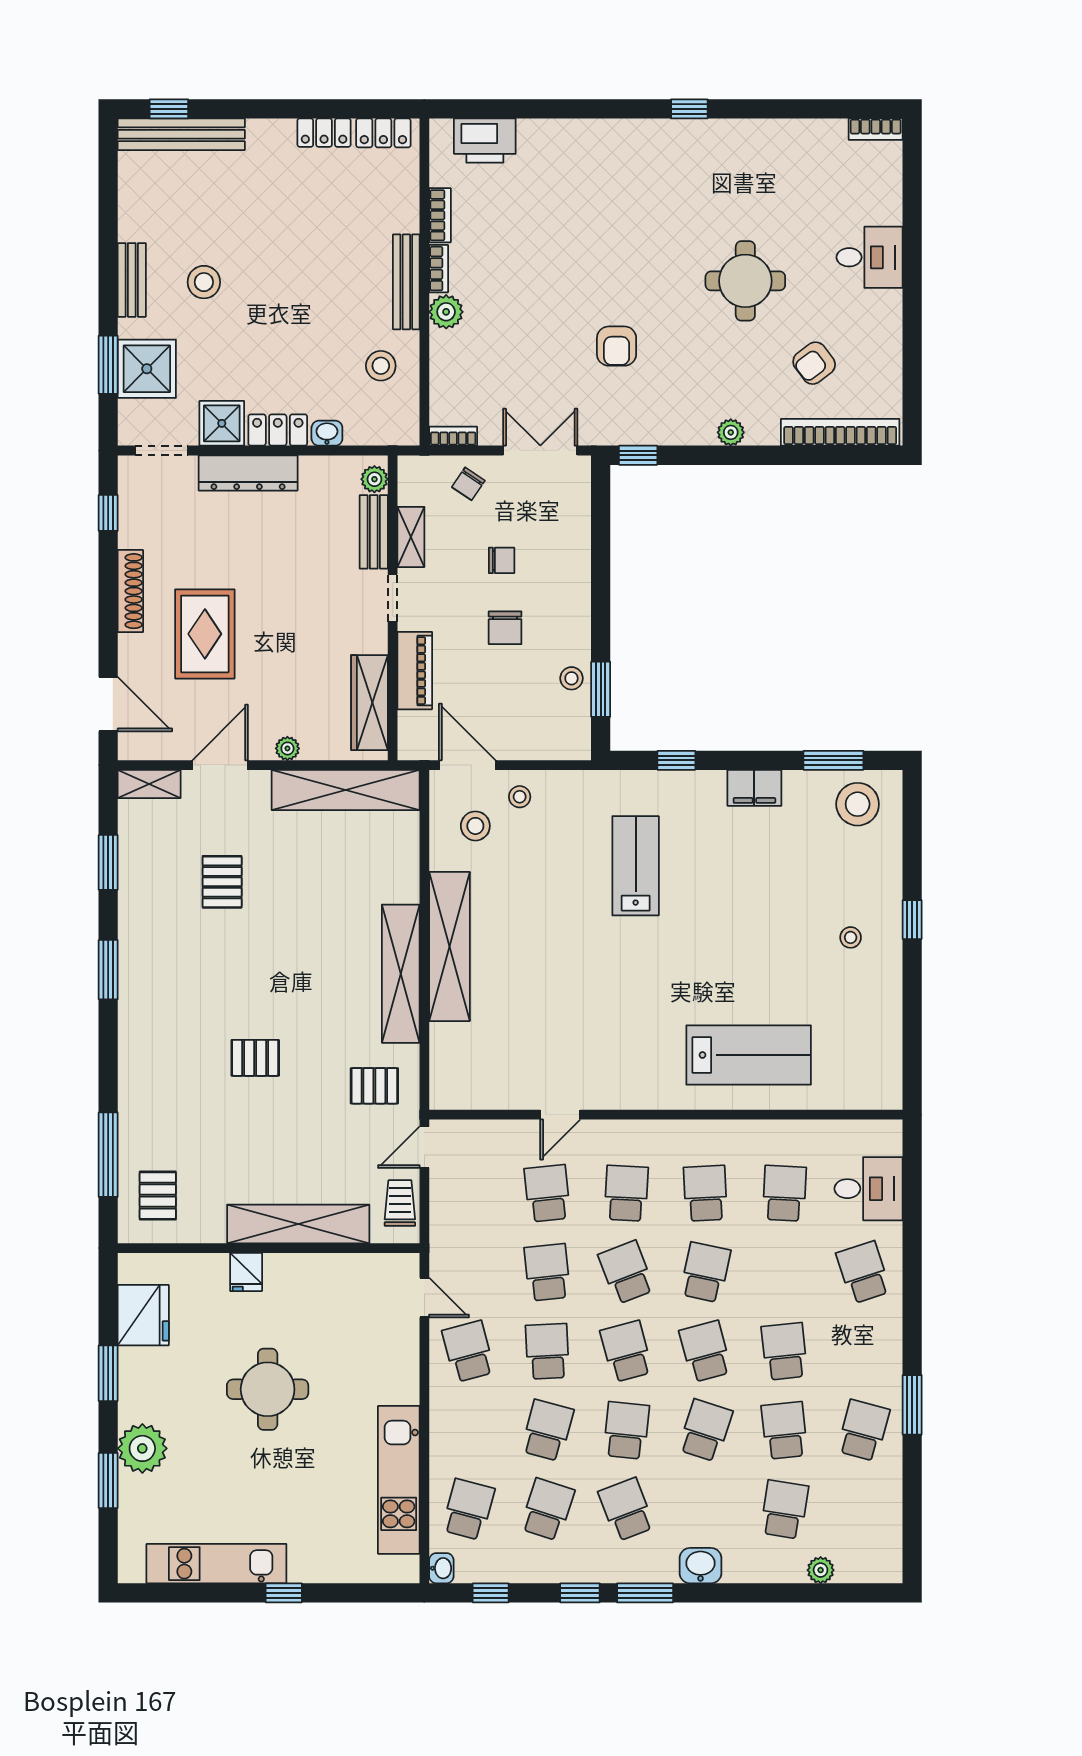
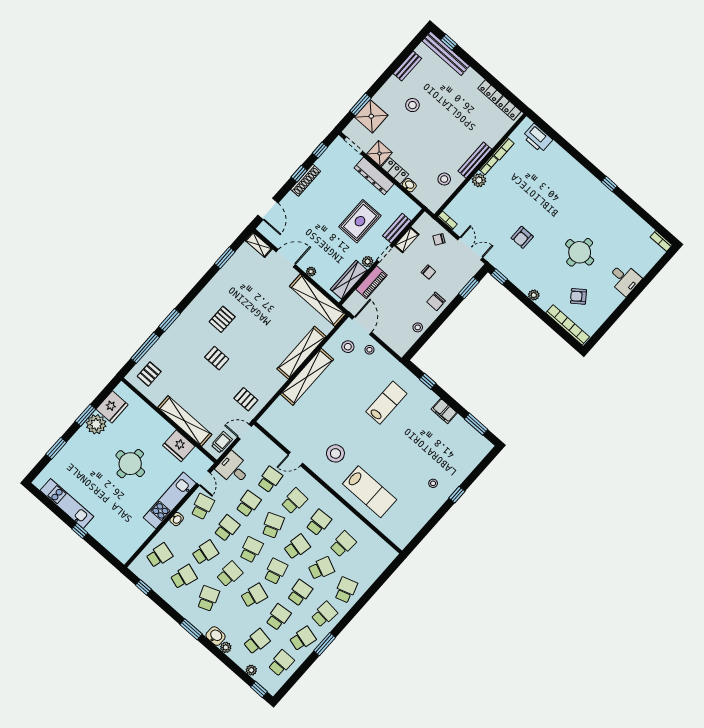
bench: (132, 280) -> (407, 66), moved
plant: (374, 479) -> (368, 262), moved
window: (108, 590) -> (299, 174), added
chair: (505, 628) -> (436, 301), moved
rug: (205, 634) -> (360, 221), moved
window: (601, 689) -> (469, 288), moved
stool: (858, 804) -> (335, 453), moved
pallet: (222, 882) -> (222, 319), moved
window: (108, 970) -> (170, 320), moved
shelving: (401, 974) -> (302, 353), moved
desk: (868, 1189) -> (233, 469), moved, turned 180
fridge: (246, 1272) -> (179, 446), moved, width x1.88, depth x1.34
school desk: (784, 1272) -> (321, 568), added
school desk: (863, 1351) -> (324, 614), added
plant: (142, 1448) -> (96, 424), moved
kitchen unit: (399, 1480) -> (170, 500), moved
school desk: (863, 1509) -> (281, 663), added
washbasin: (441, 1568) -> (177, 519), moved
plant: (737, 1570) -> (226, 647), added
window: (580, 1593) -> (259, 689), moved

